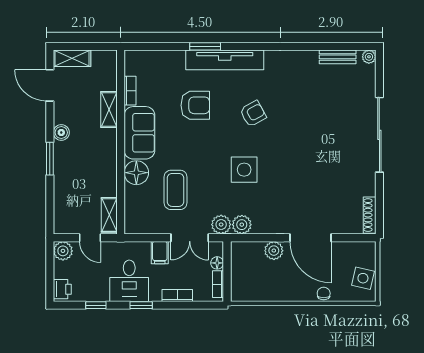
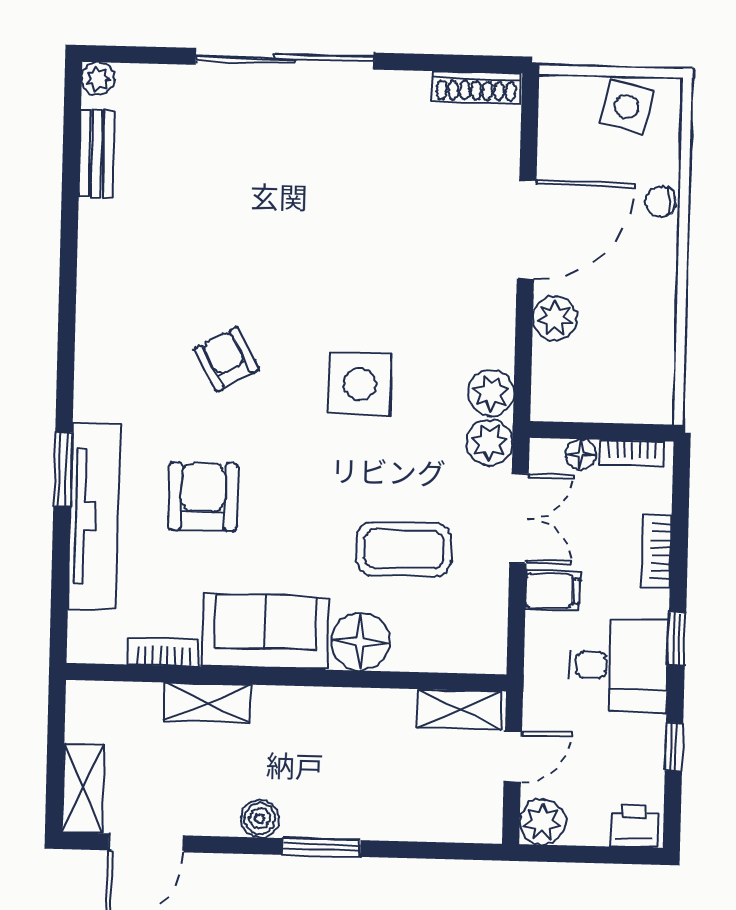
tv unit: (225, 60) -> (94, 516), moved

